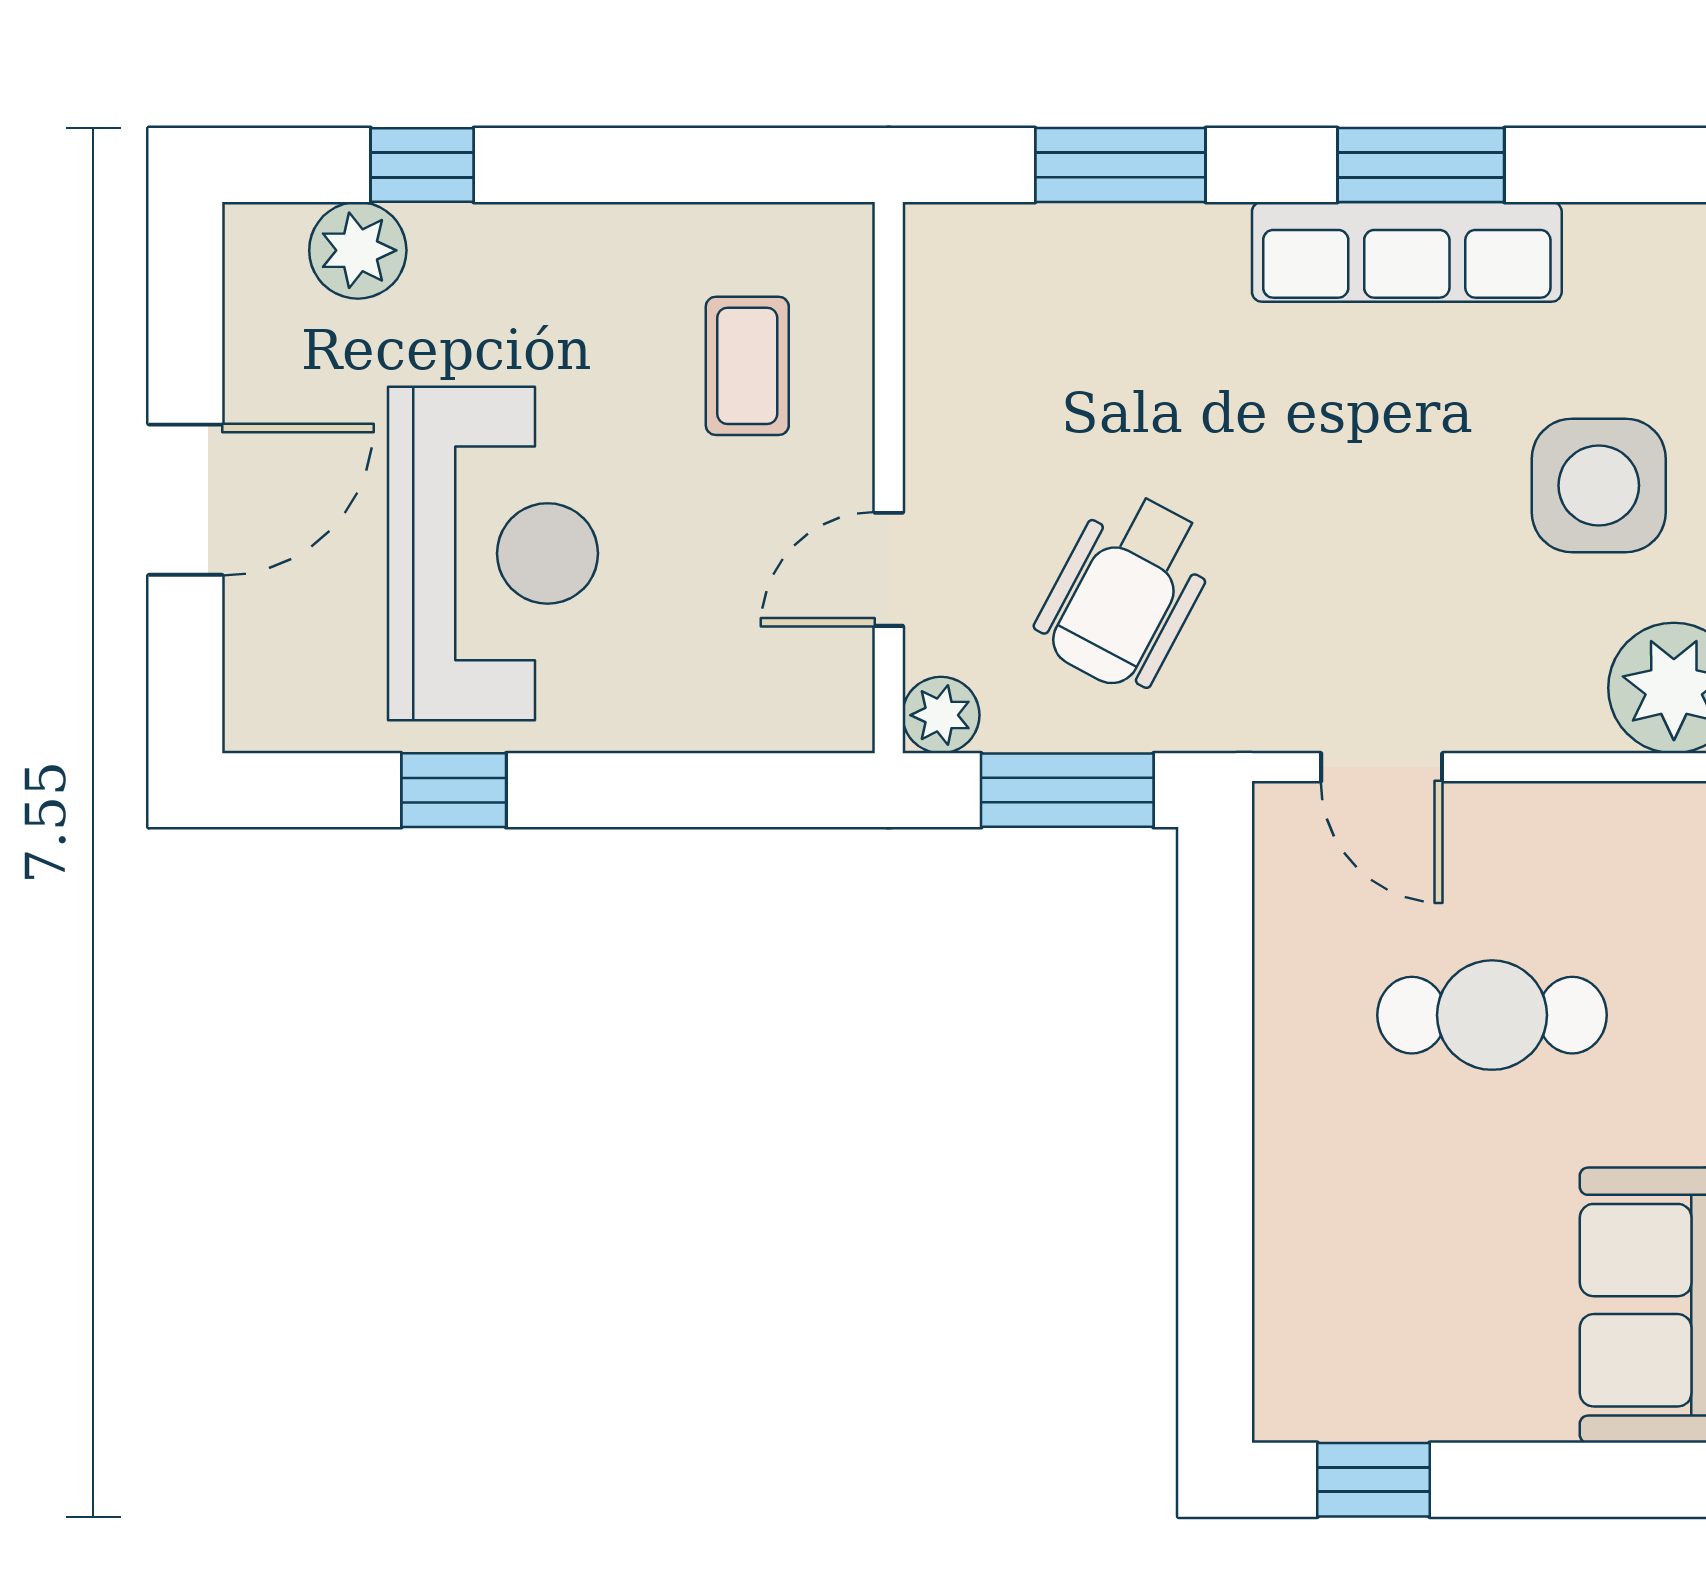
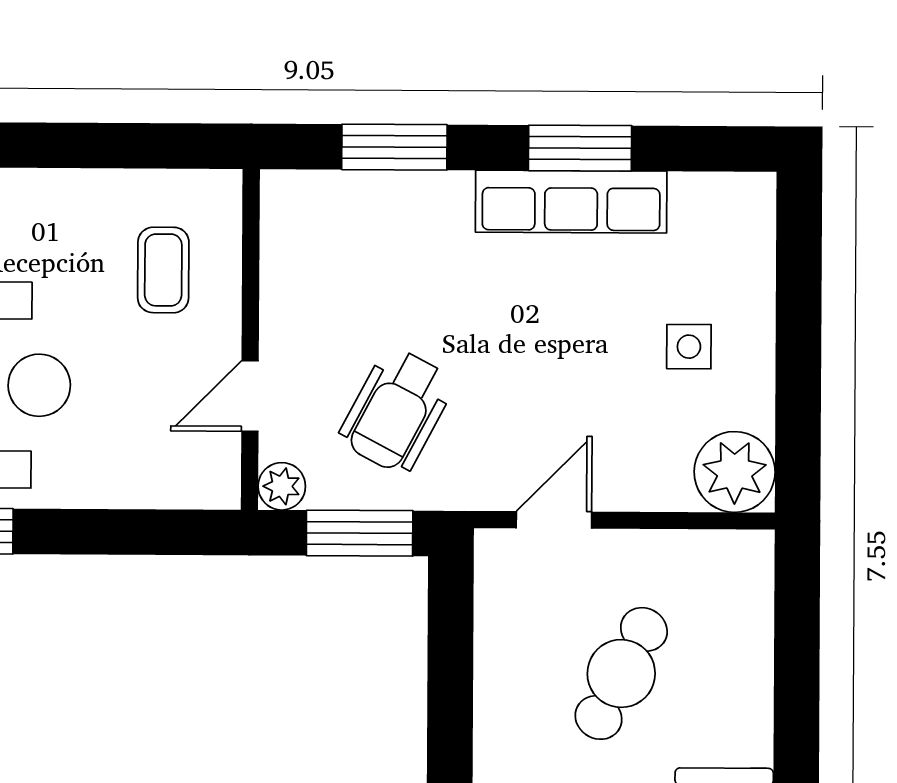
side table: (1599, 485) -> (689, 347), width x0.54, depth x0.54
door: (1382, 767) -> (554, 520), swing flipped
cafe table: (1492, 1015) -> (621, 673), turned -63

